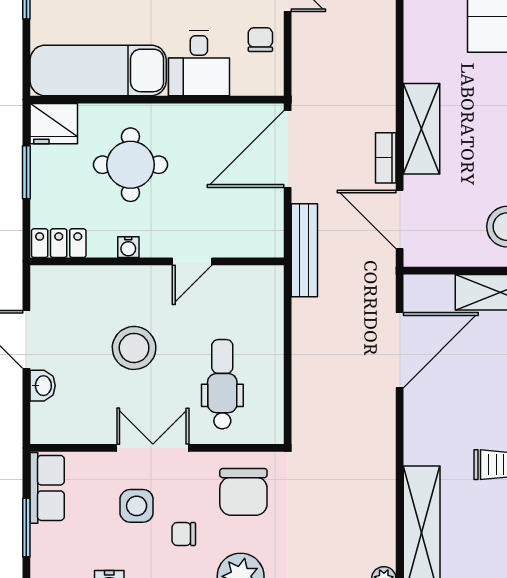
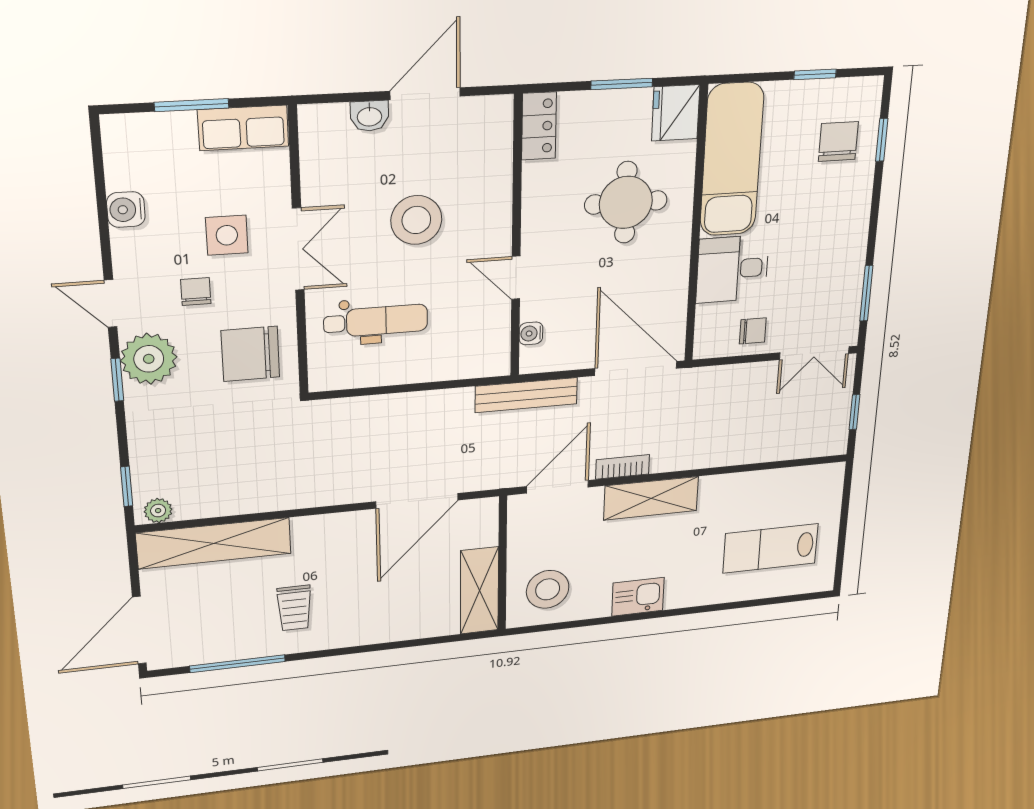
water cooler: (128, 247) -> (531, 333), moved
door: (400, 350) -> (417, 501), hinge flipped

